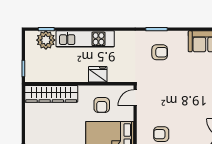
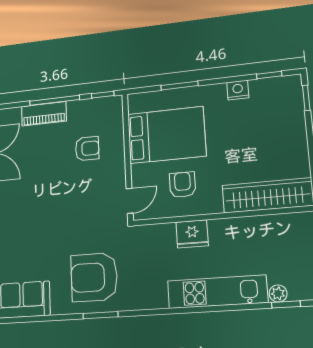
plant: (46, 40) -> (278, 294), width x0.53, depth x0.53
armchair: (160, 52) -> (94, 277), width x1.88, depth x1.88

